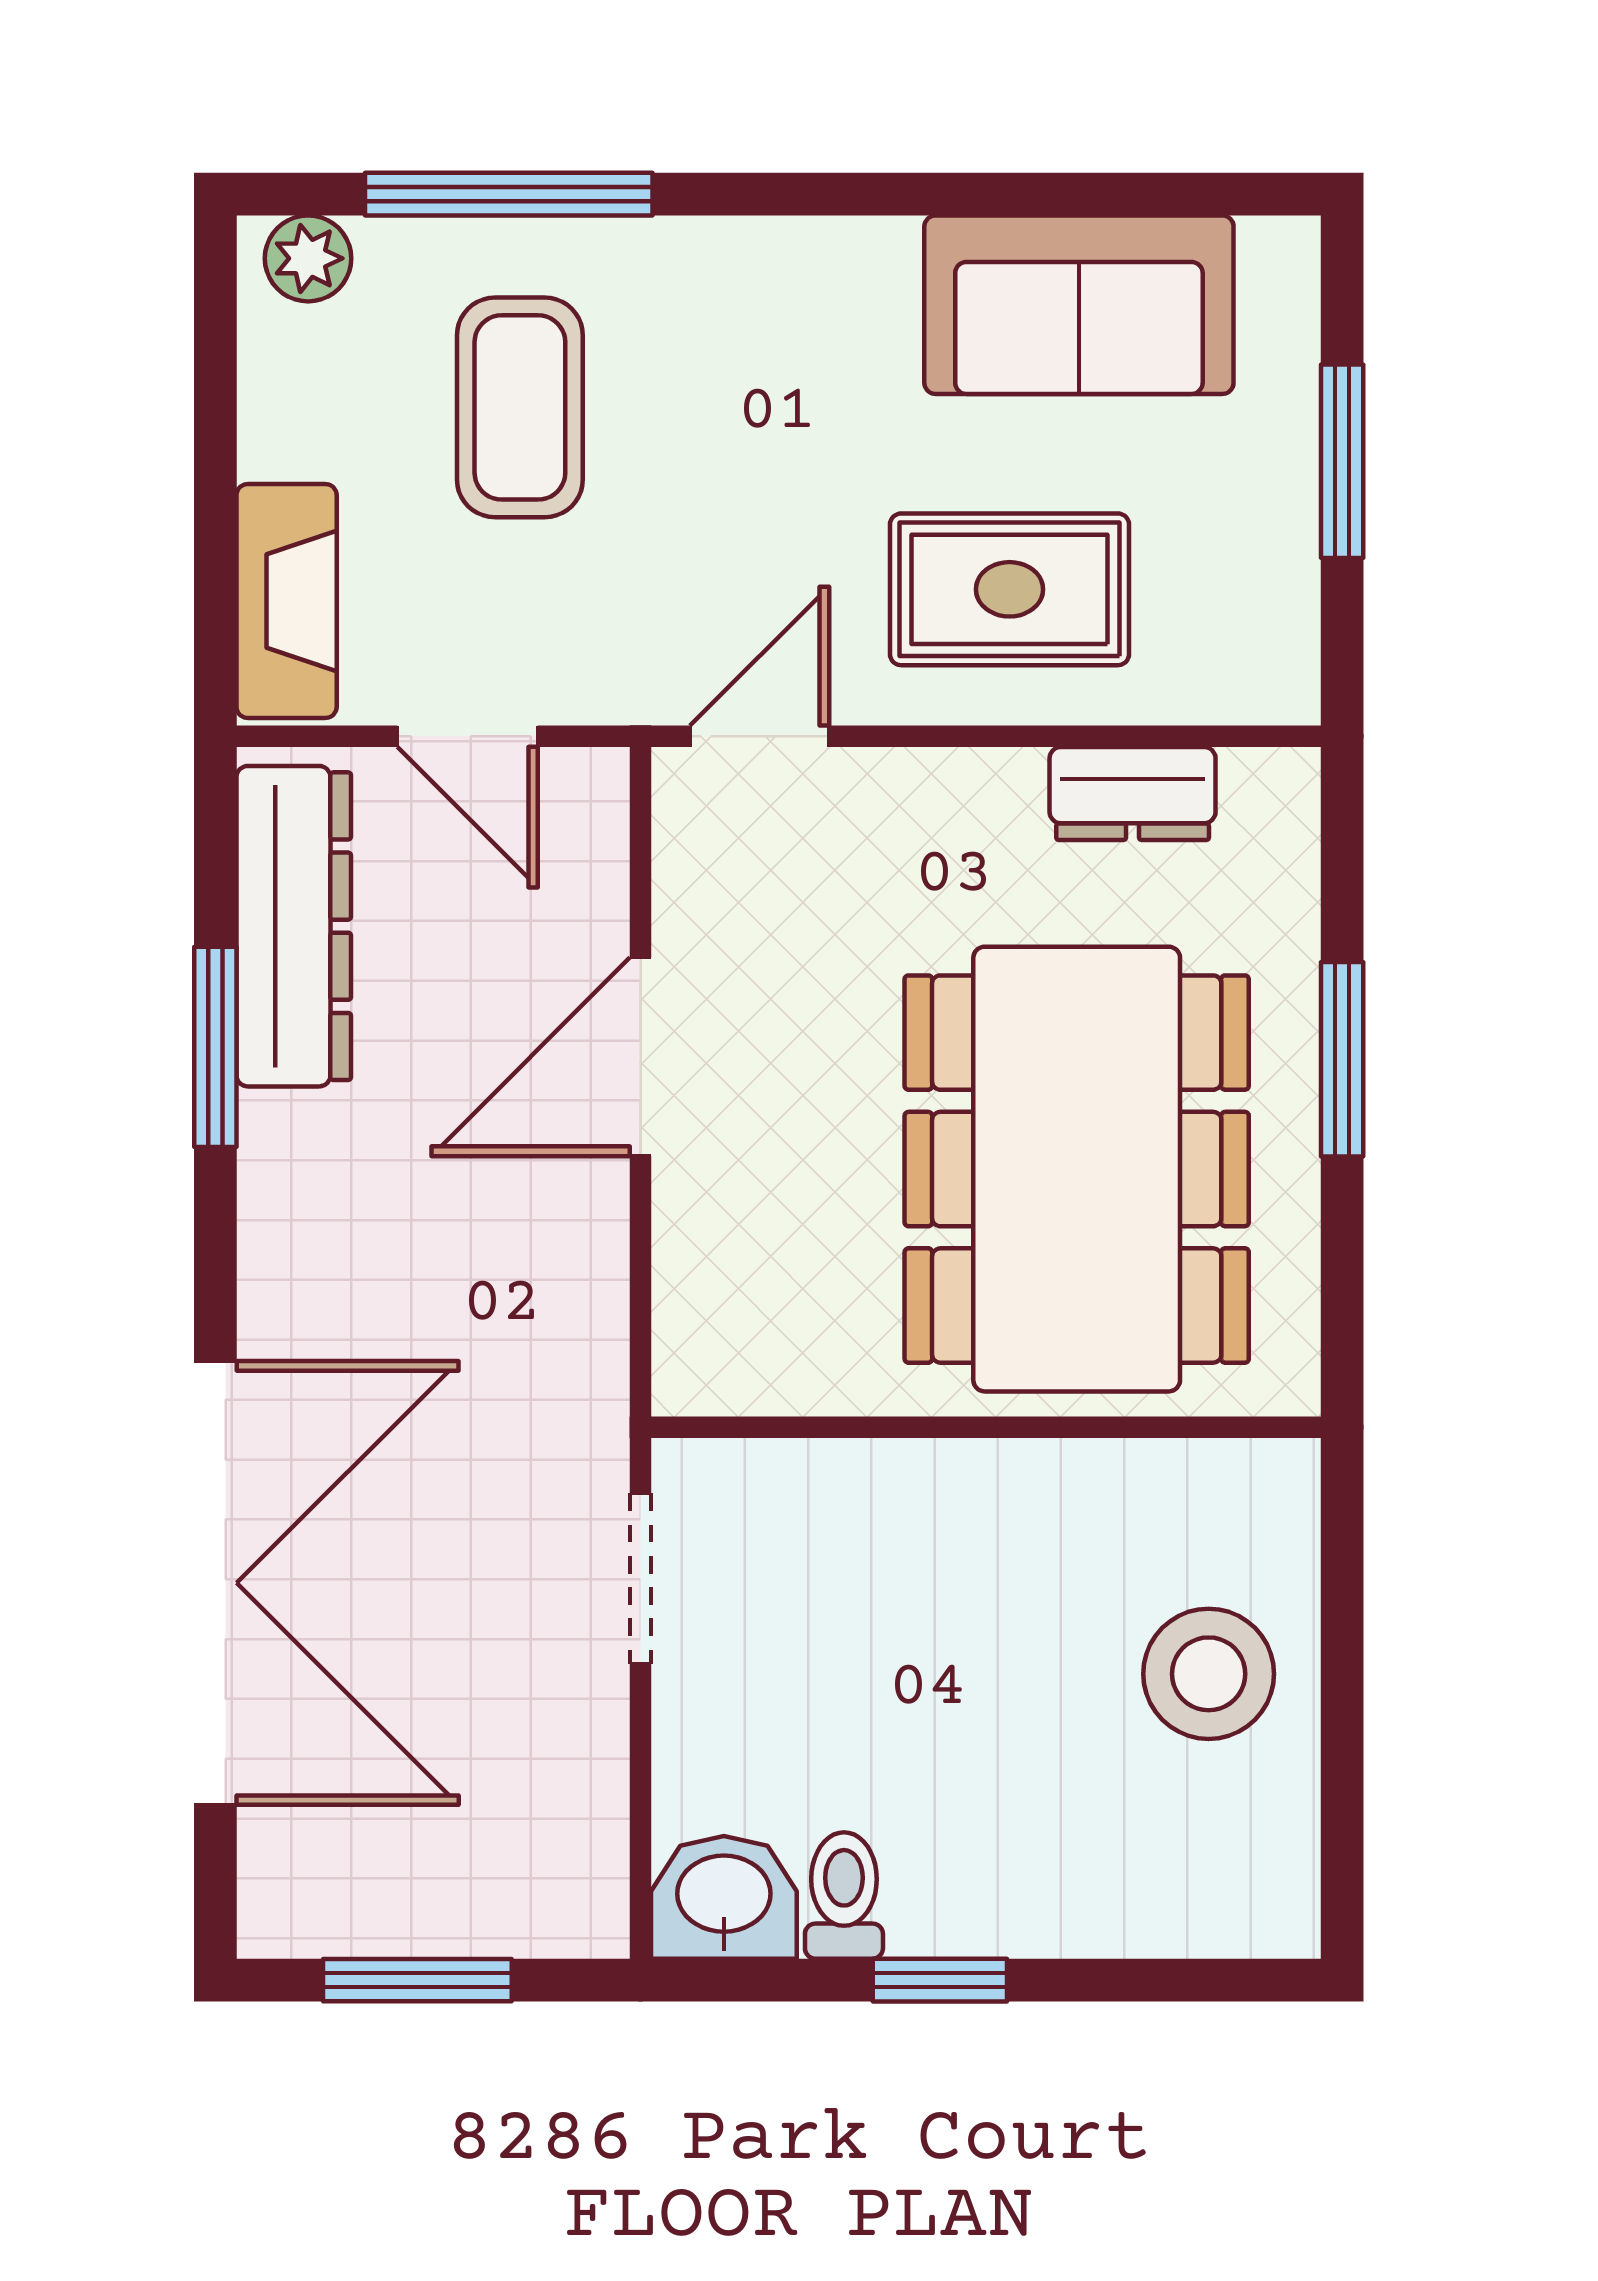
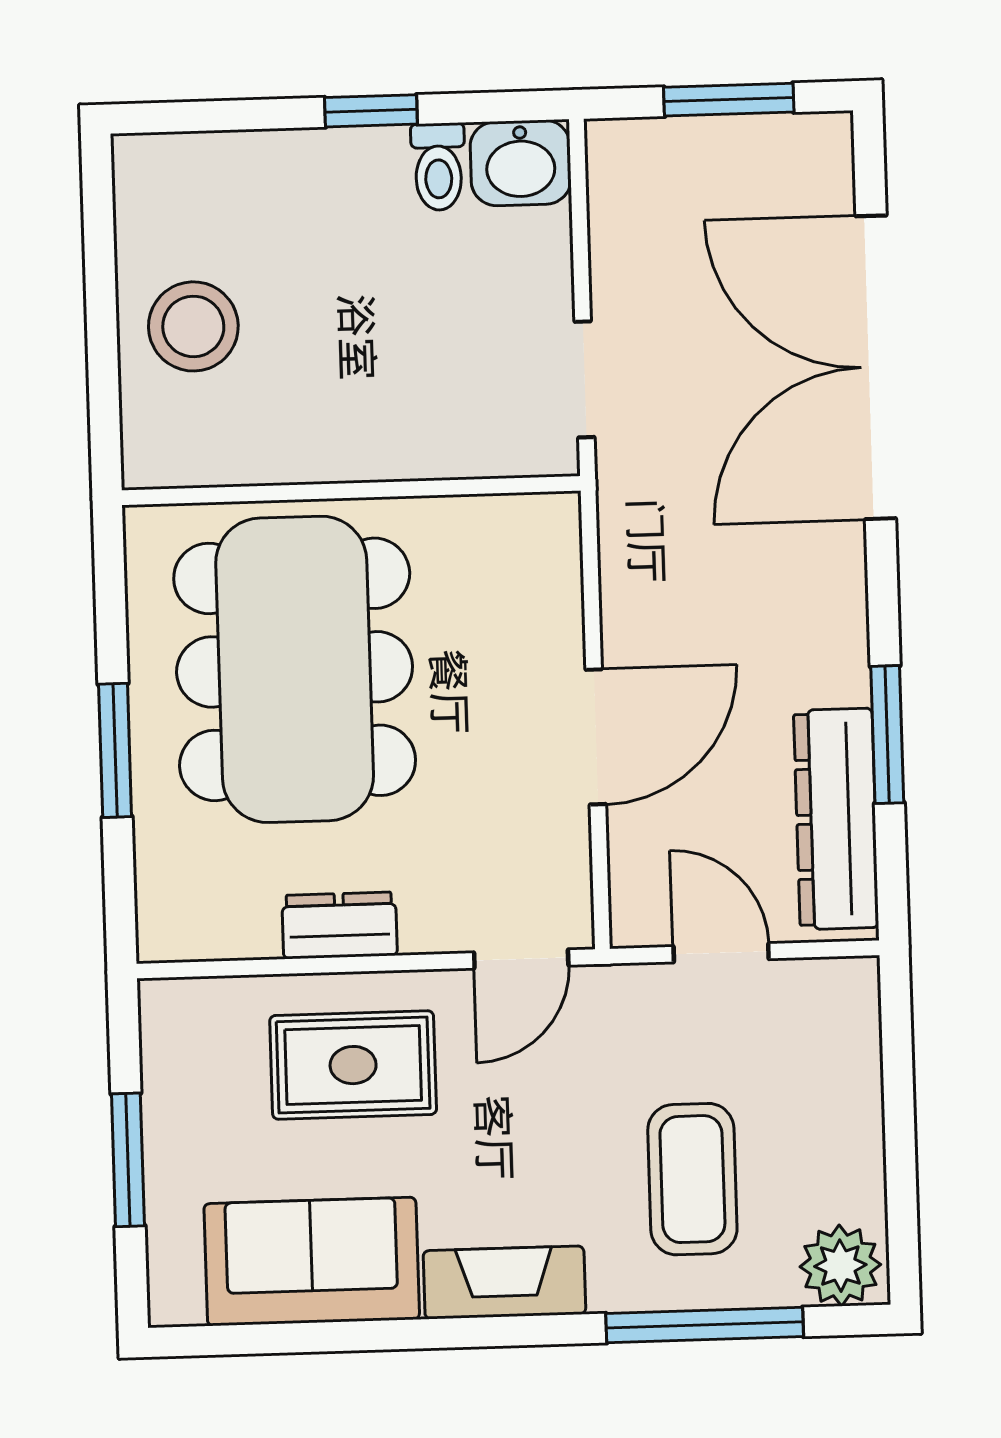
plant: (308, 258) -> (840, 1266), width x1.38, depth x1.38
fireplace: (287, 601) -> (504, 1282), moved, turned 90
dresser: (1133, 793) -> (340, 925), moved

